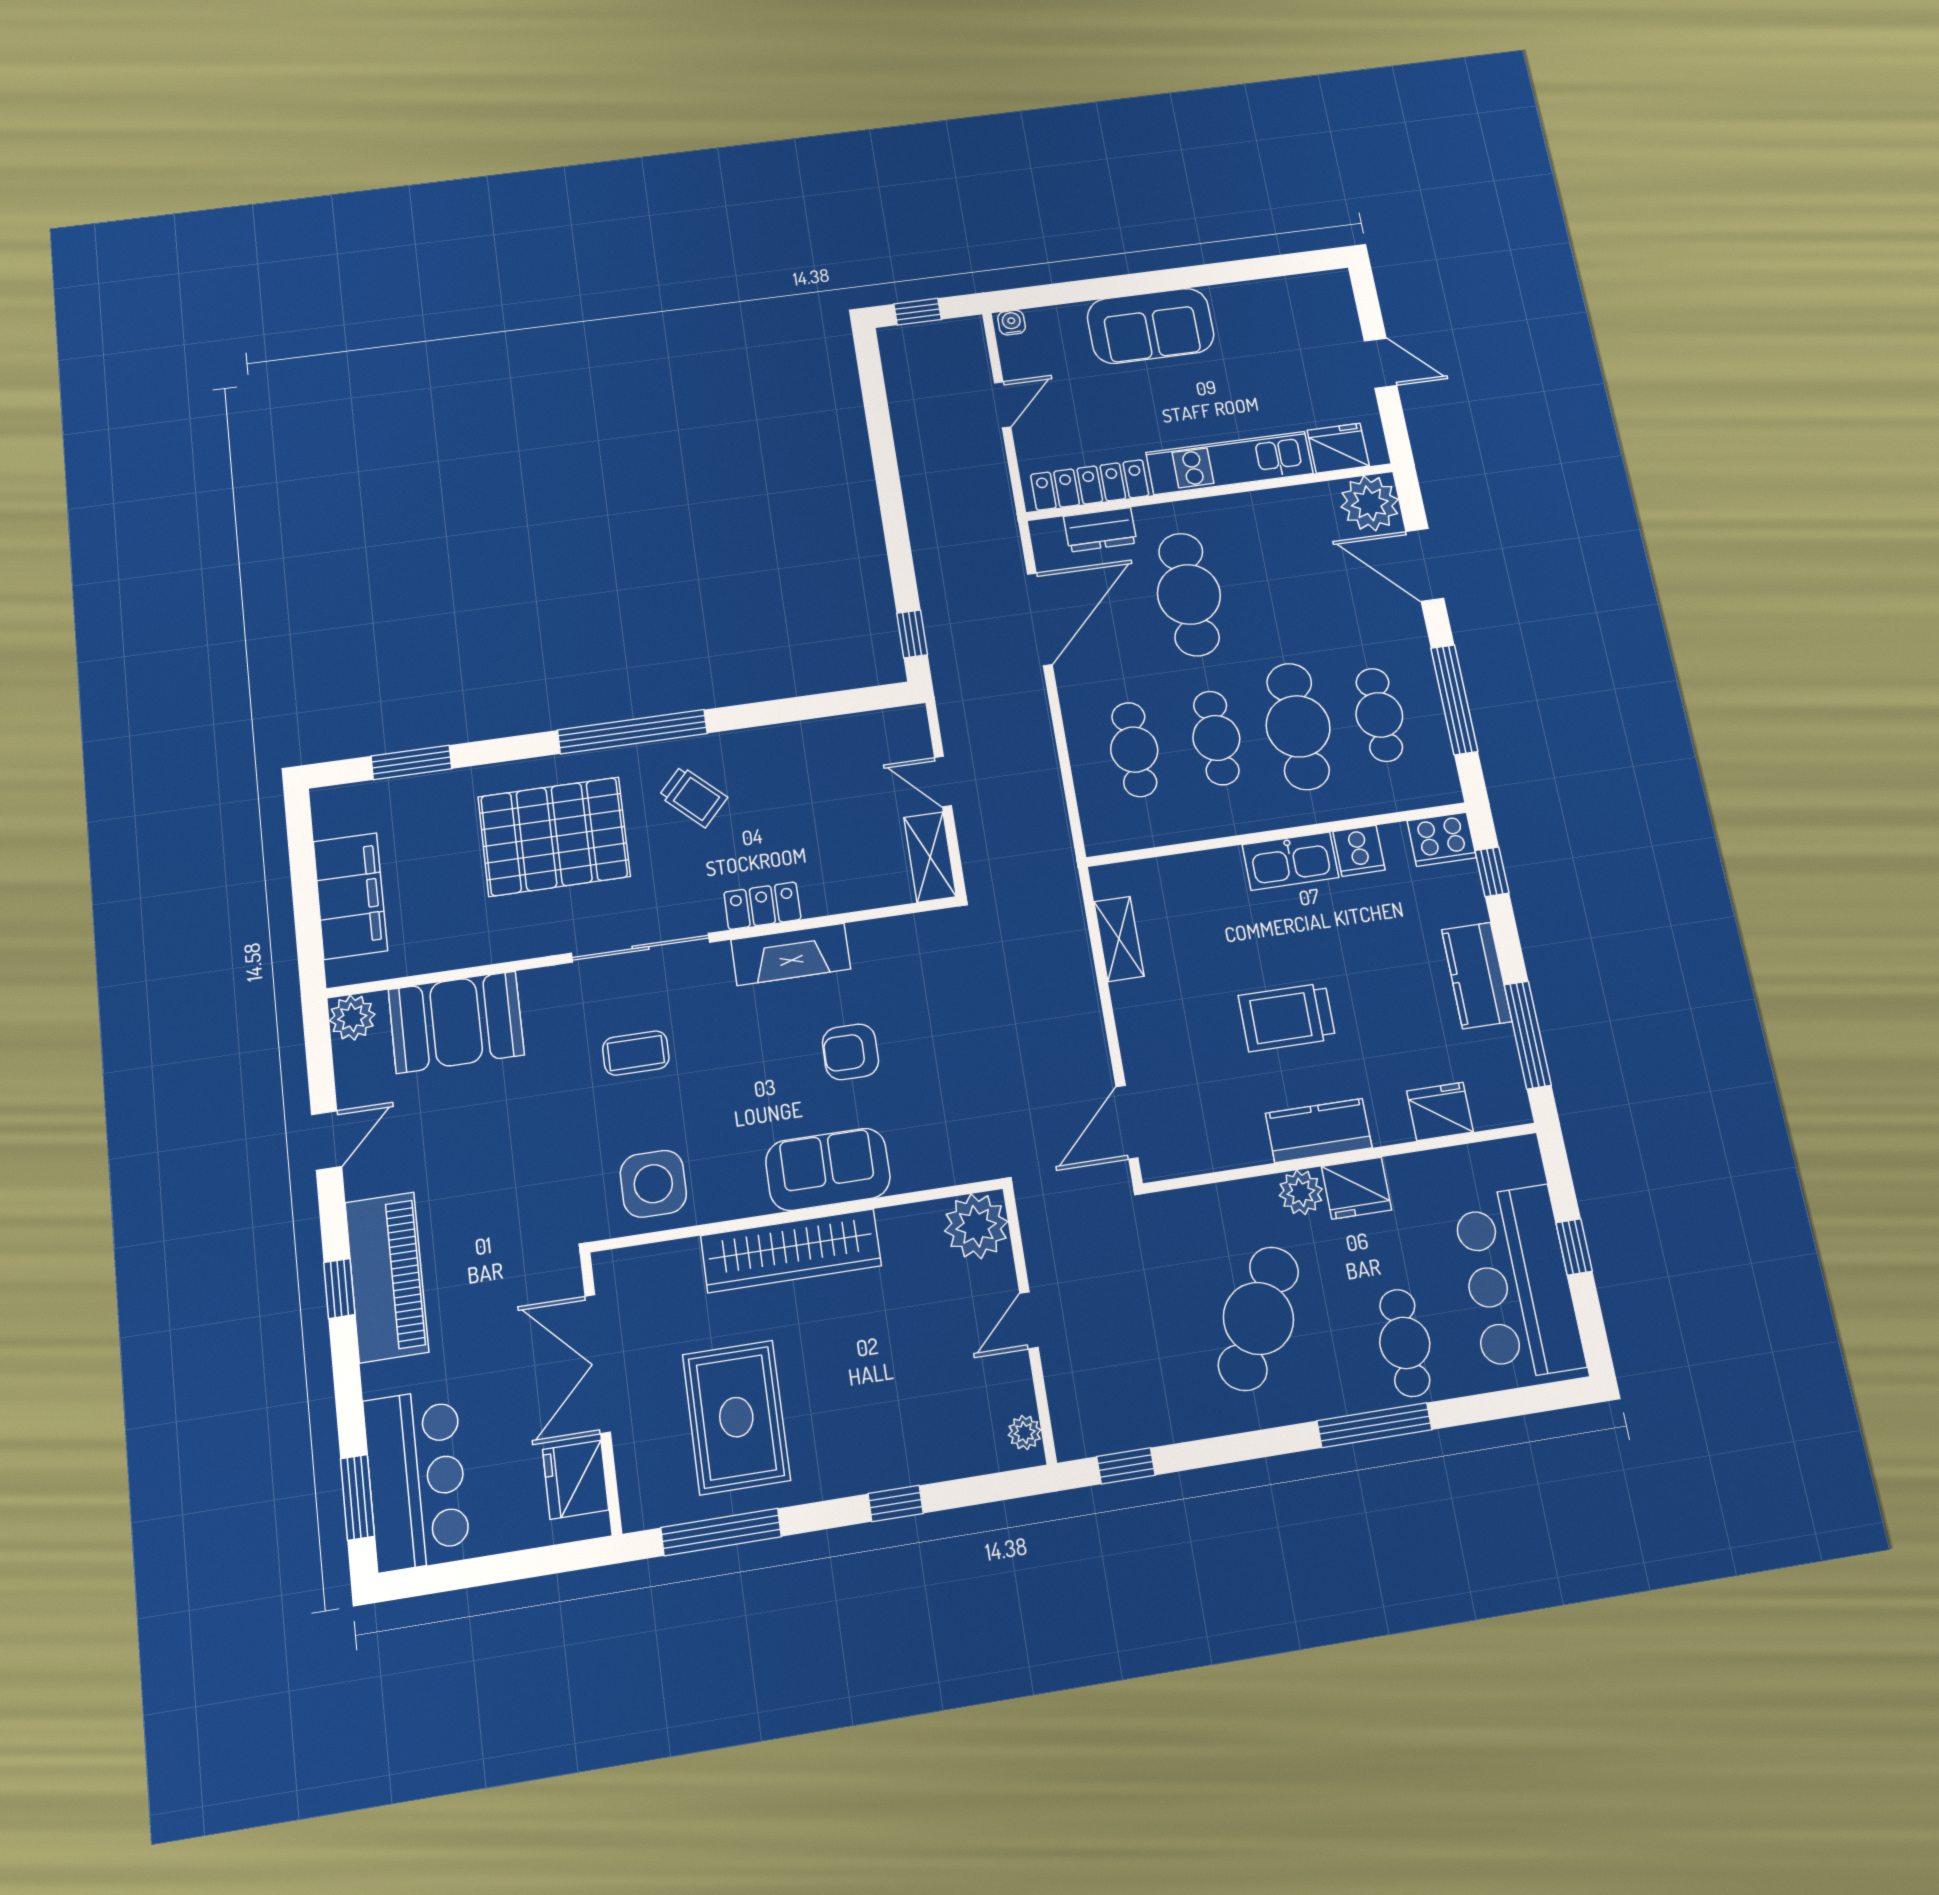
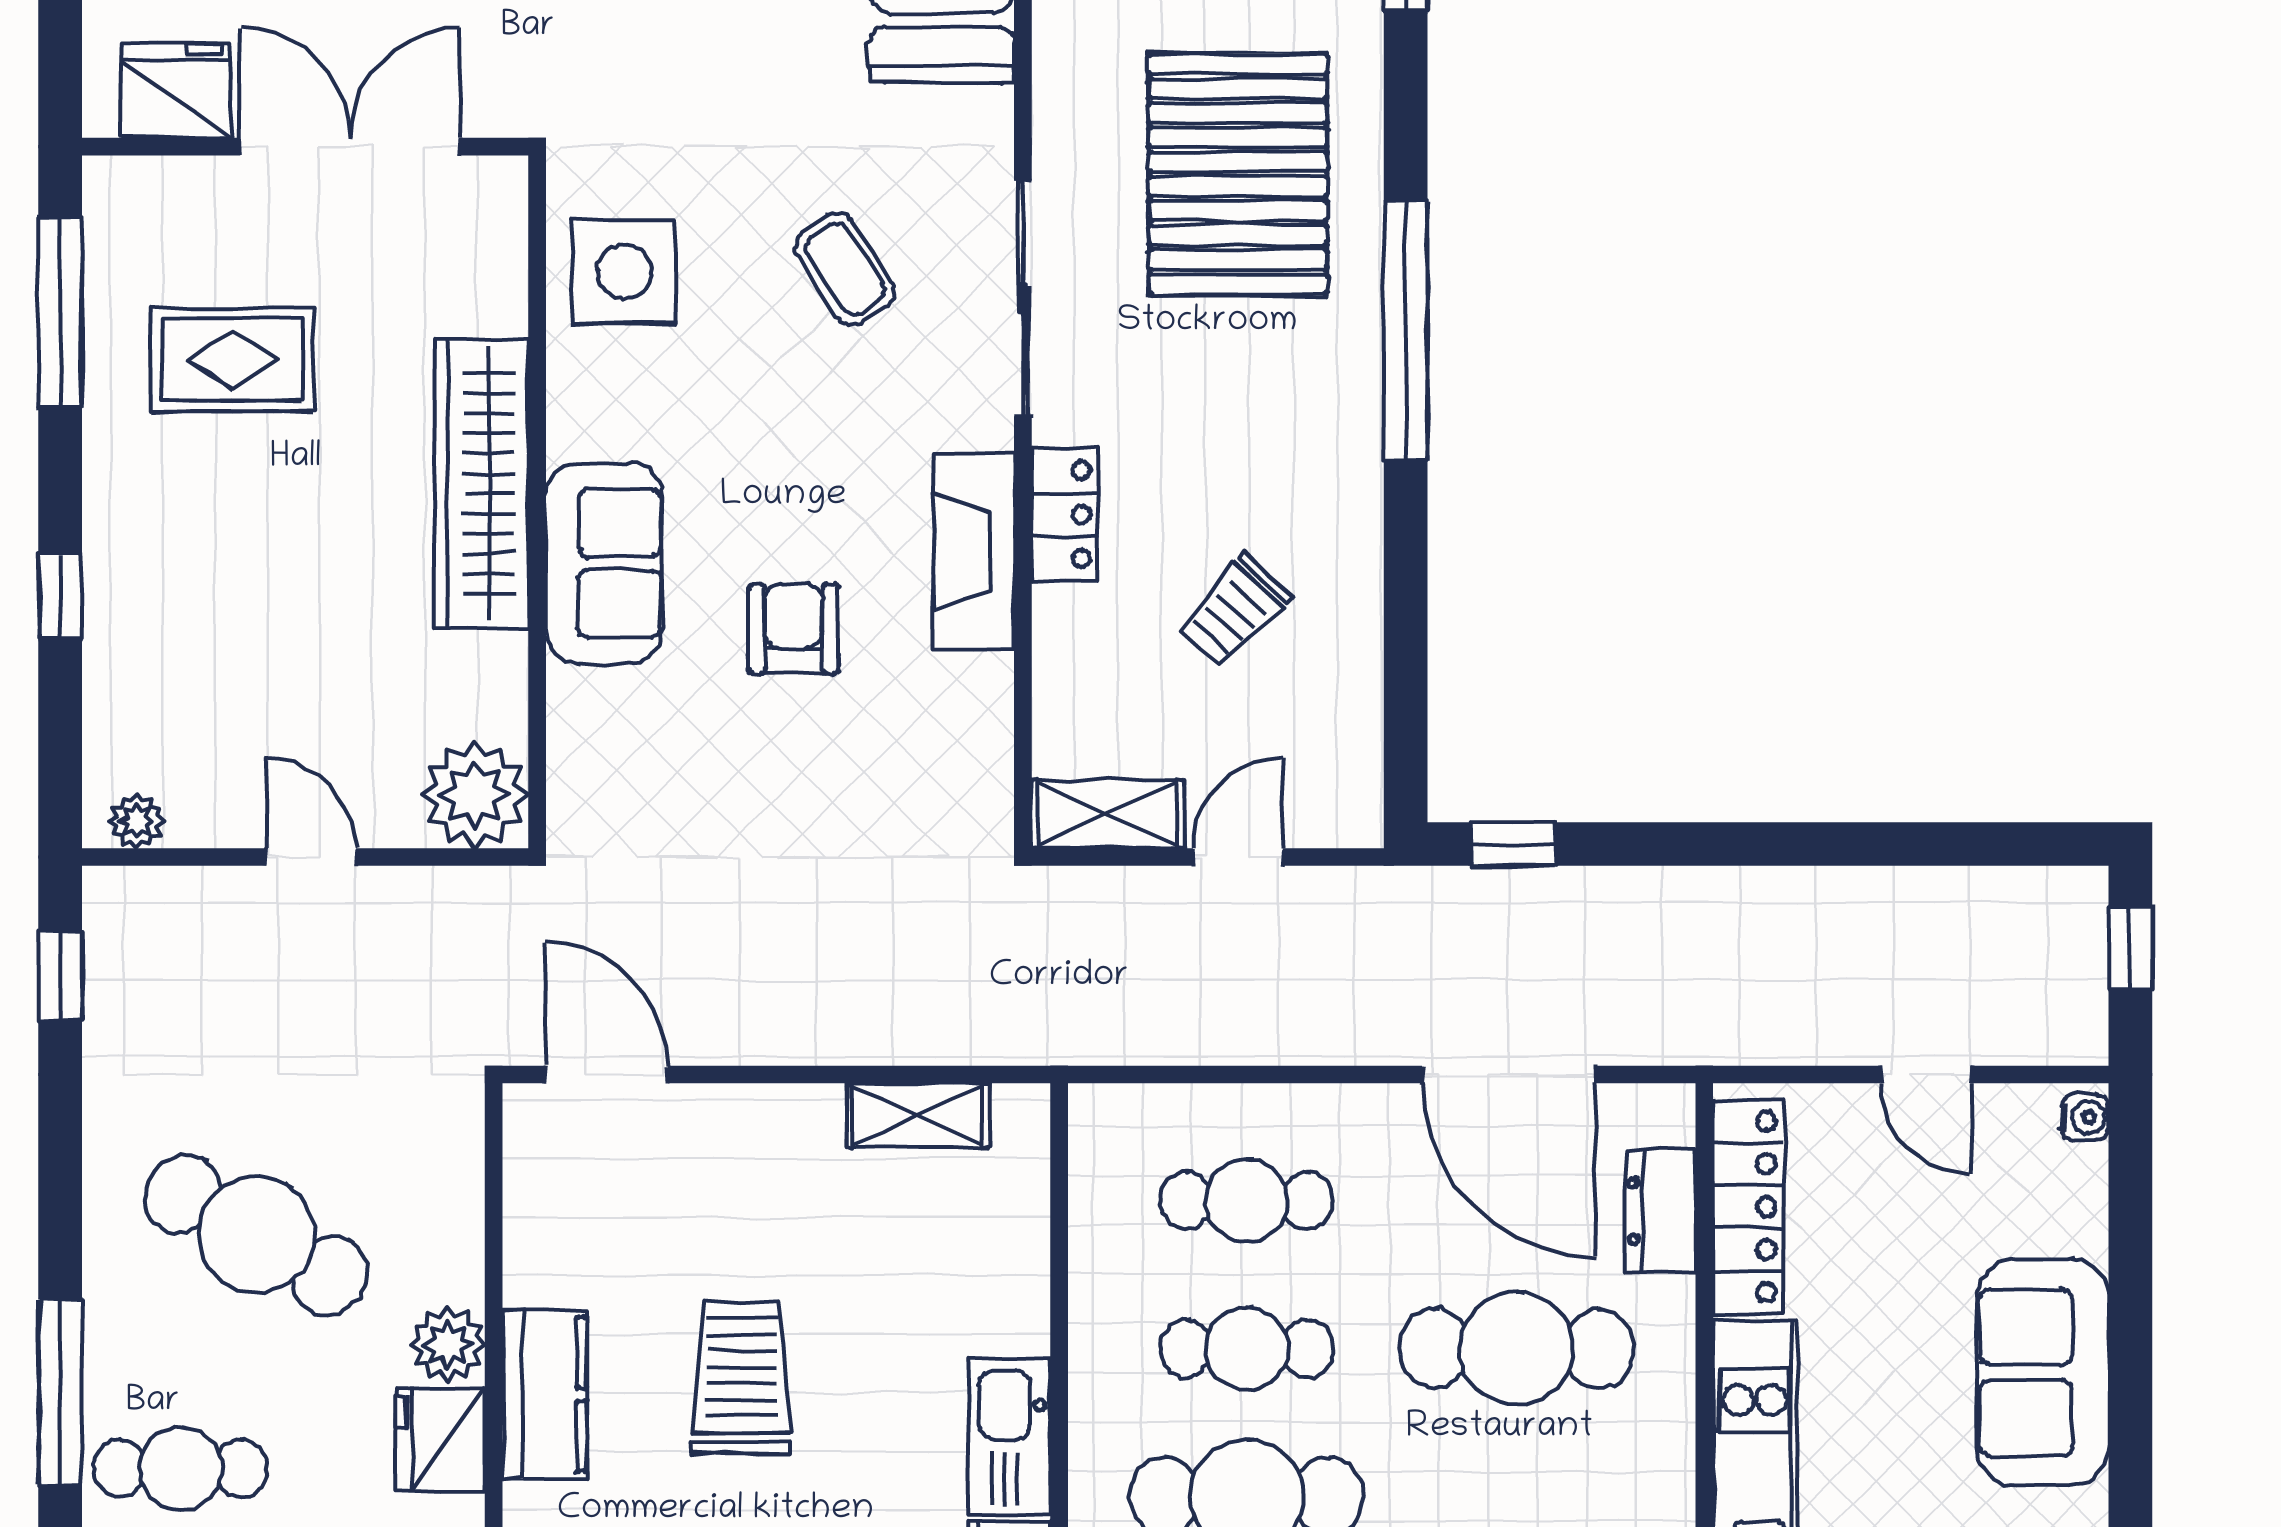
trolley: (693, 797) -> (1234, 612), moved
coffee table: (636, 1053) -> (845, 269), turned -33
rug: (736, 1417) -> (232, 360), width x0.73, depth x0.70

